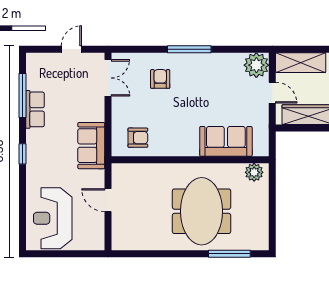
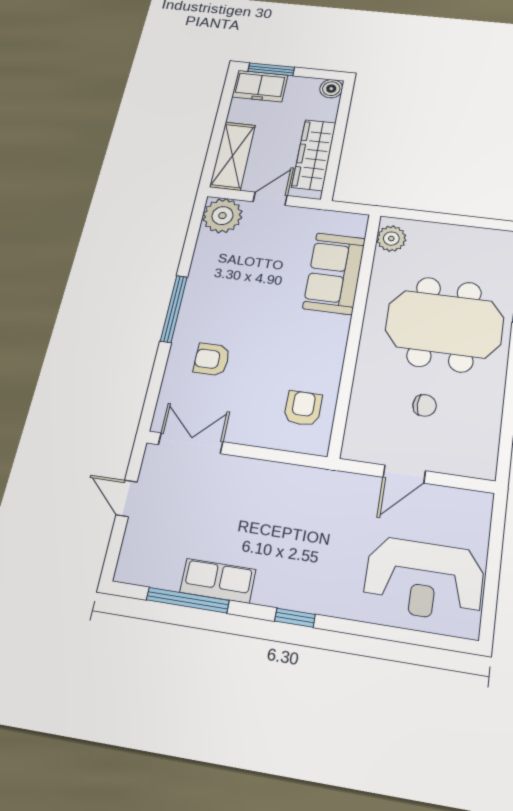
sofa: (91, 146) -> (302, 489), removed
chair: (150, 206) -> (425, 405), added

